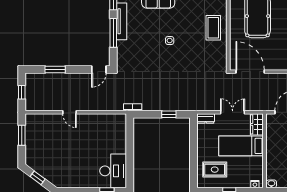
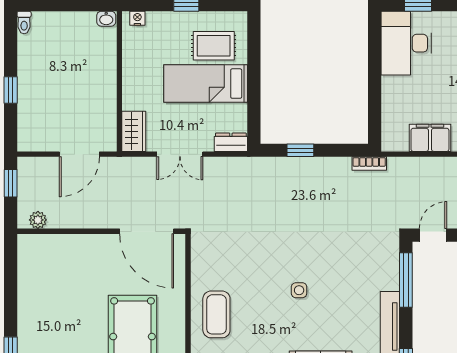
window: (113, 33) -> (406, 280), moved
filing cabinet: (101, 121) -> (430, 138), added
bed: (241, 146) -> (206, 84), moved, turned 180

